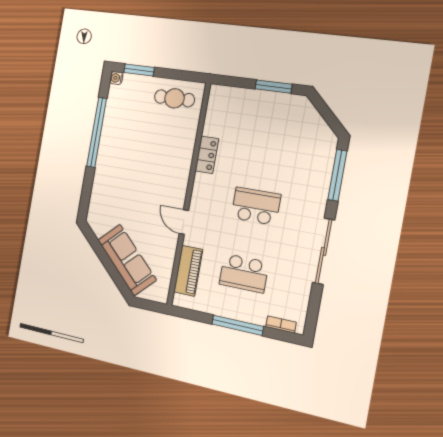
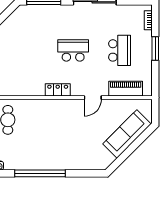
locker: (207, 155) -> (58, 90), moved
school desk: (256, 206) -> (73, 50), turned 90
window: (238, 325) -> (155, 49), width x0.69

